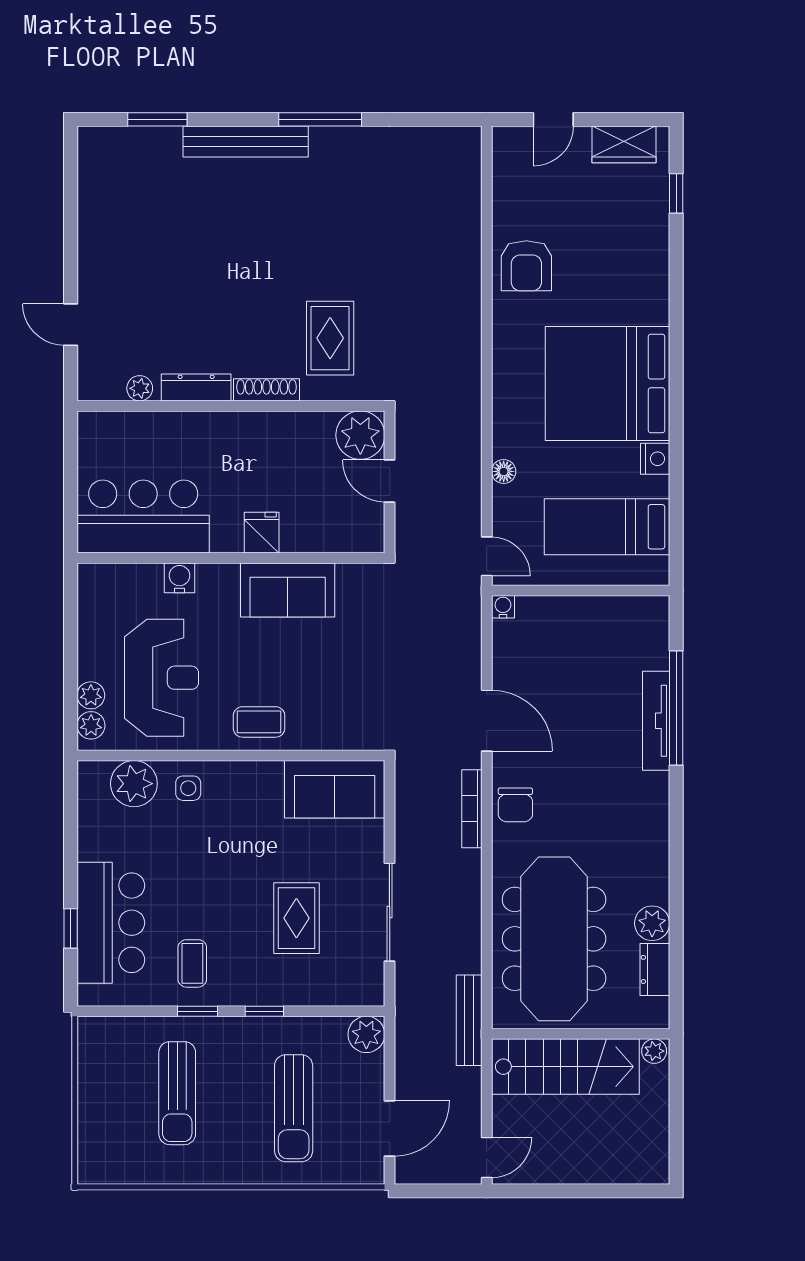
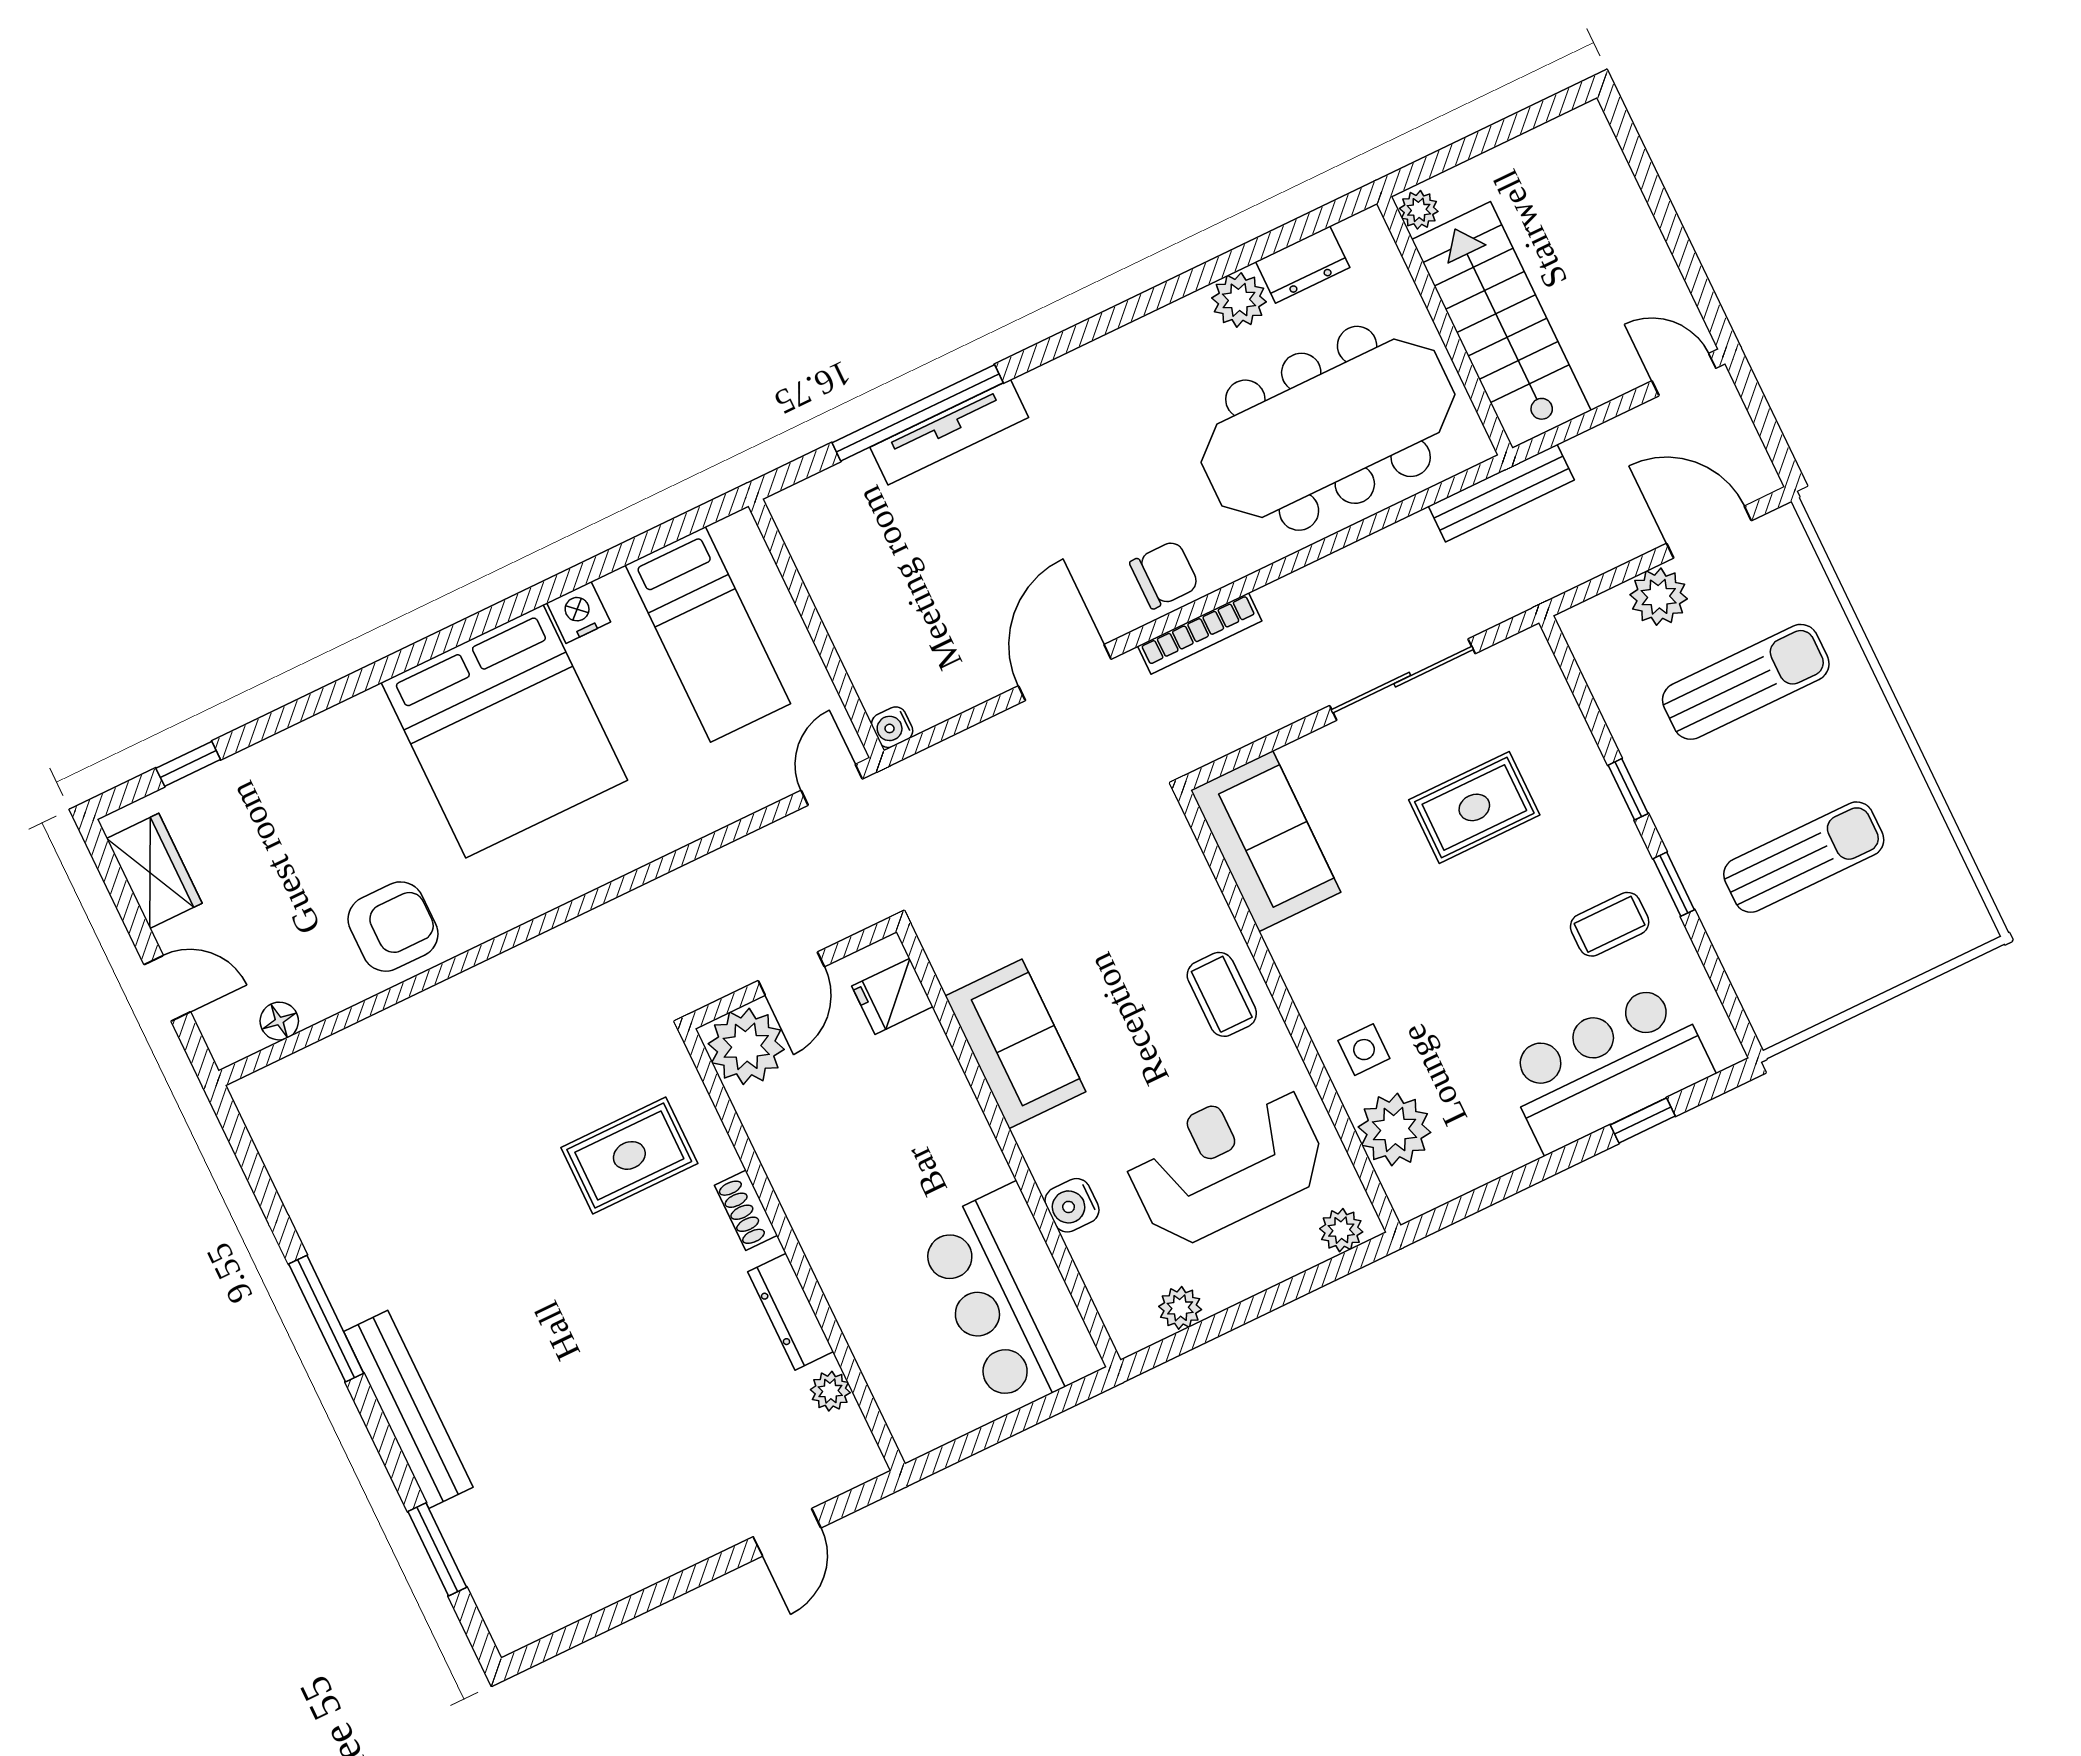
shoe rack: (267, 390) -> (746, 1210), width x0.70
floor lamp: (504, 471) -> (279, 1021), moved
fridge: (262, 533) -> (892, 996), moved
plant: (91, 695) -> (1180, 1308), moved
plant: (366, 1034) -> (1659, 597), moved

